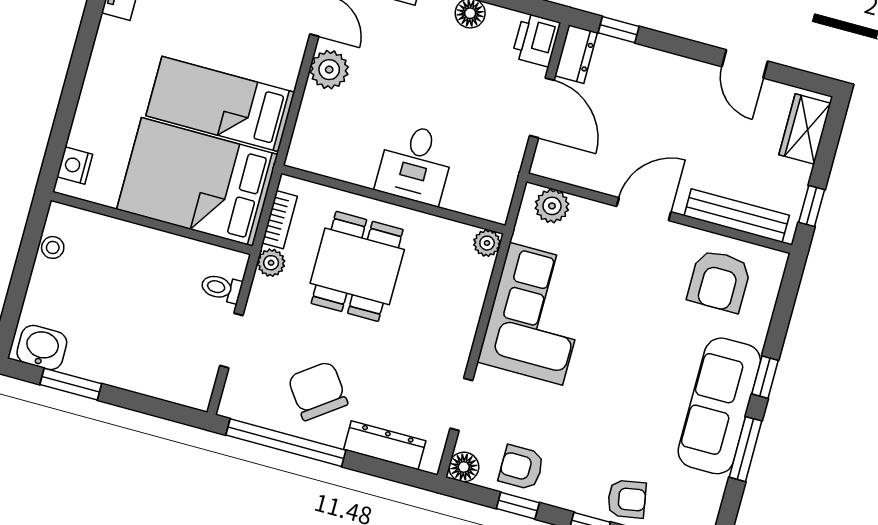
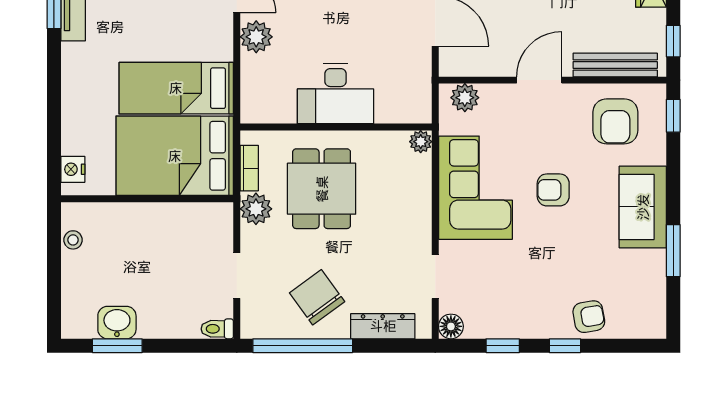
desk: (415, 164) -> (335, 94), width x1.37
plant: (271, 263) -> (256, 209), width x1.38, depth x1.38
toilet: (221, 288) -> (217, 329), moved
washbasin: (42, 347) -> (117, 323), moved
window: (765, 377) -> (673, 116), moved
sofa: (719, 406) -> (643, 207), width x0.73
armchair: (521, 467) -> (553, 190), moved

